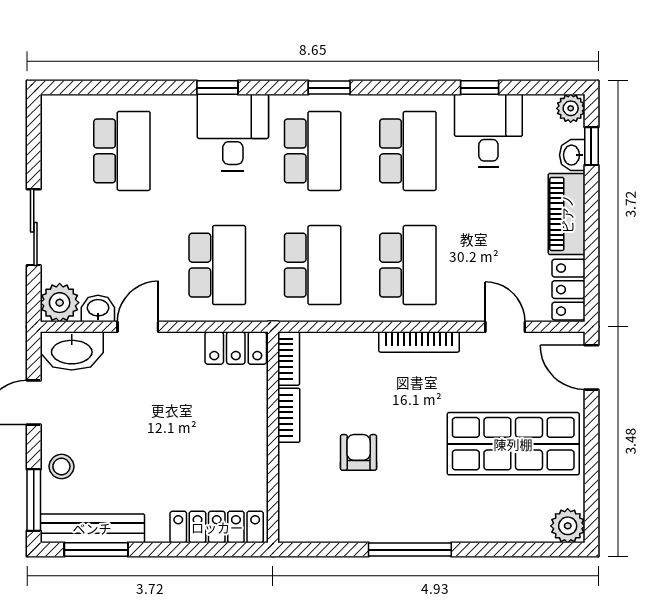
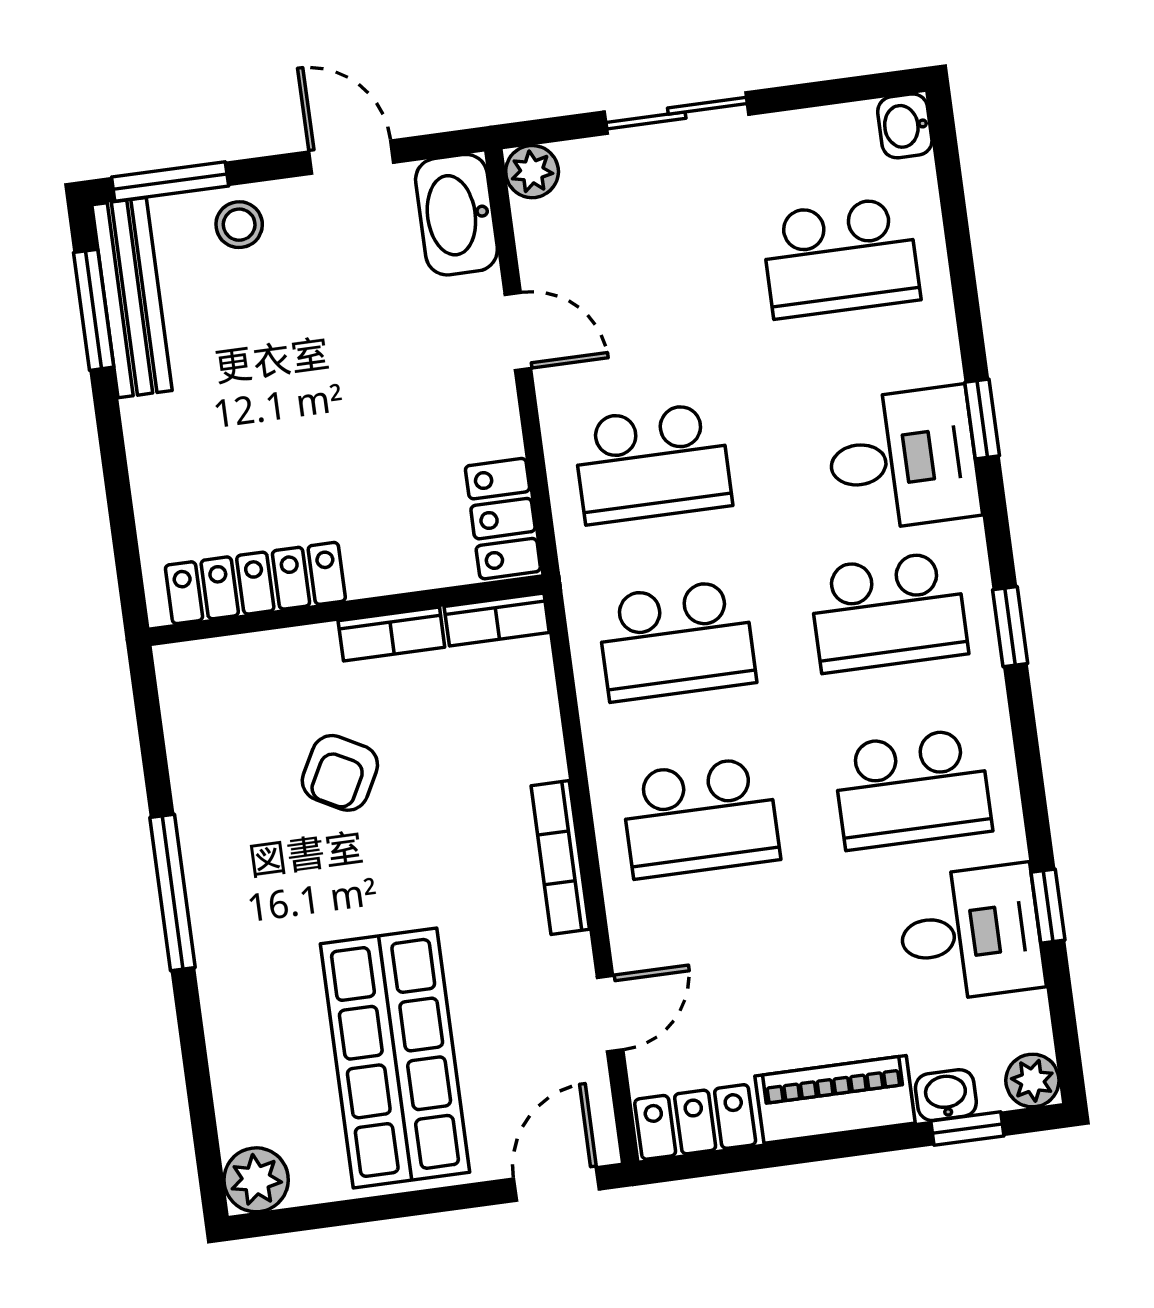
plant: (60, 303) -> (532, 172), width x0.73, depth x0.73
washbasin: (98, 309) -> (905, 126), moved, turned 180
armchair: (359, 452) -> (340, 773), turned 118
locker: (217, 527) -> (255, 583), moved, turned -90

